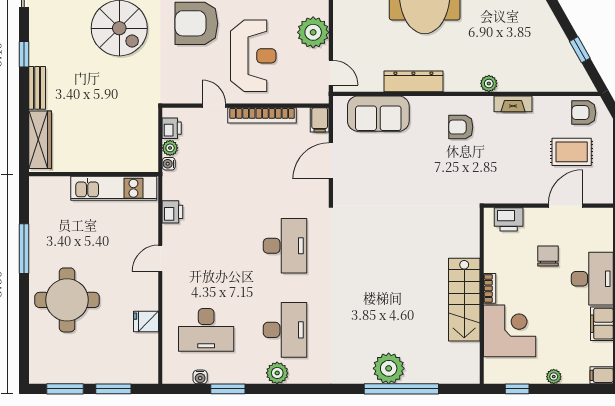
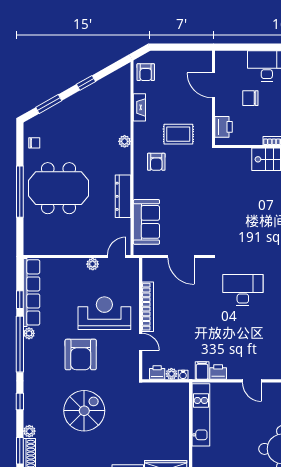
plant: (313, 32) -> (93, 264), width x0.53, depth x0.53
window: (580, 50) -> (86, 83), moved
fireplace: (513, 104) -> (139, 107), moved
door: (214, 106) -> (141, 342), swing flipped
filing cabinet: (320, 120) -> (202, 370), moved, turned -90
rug: (572, 152) -> (178, 134), moved, turned 90

